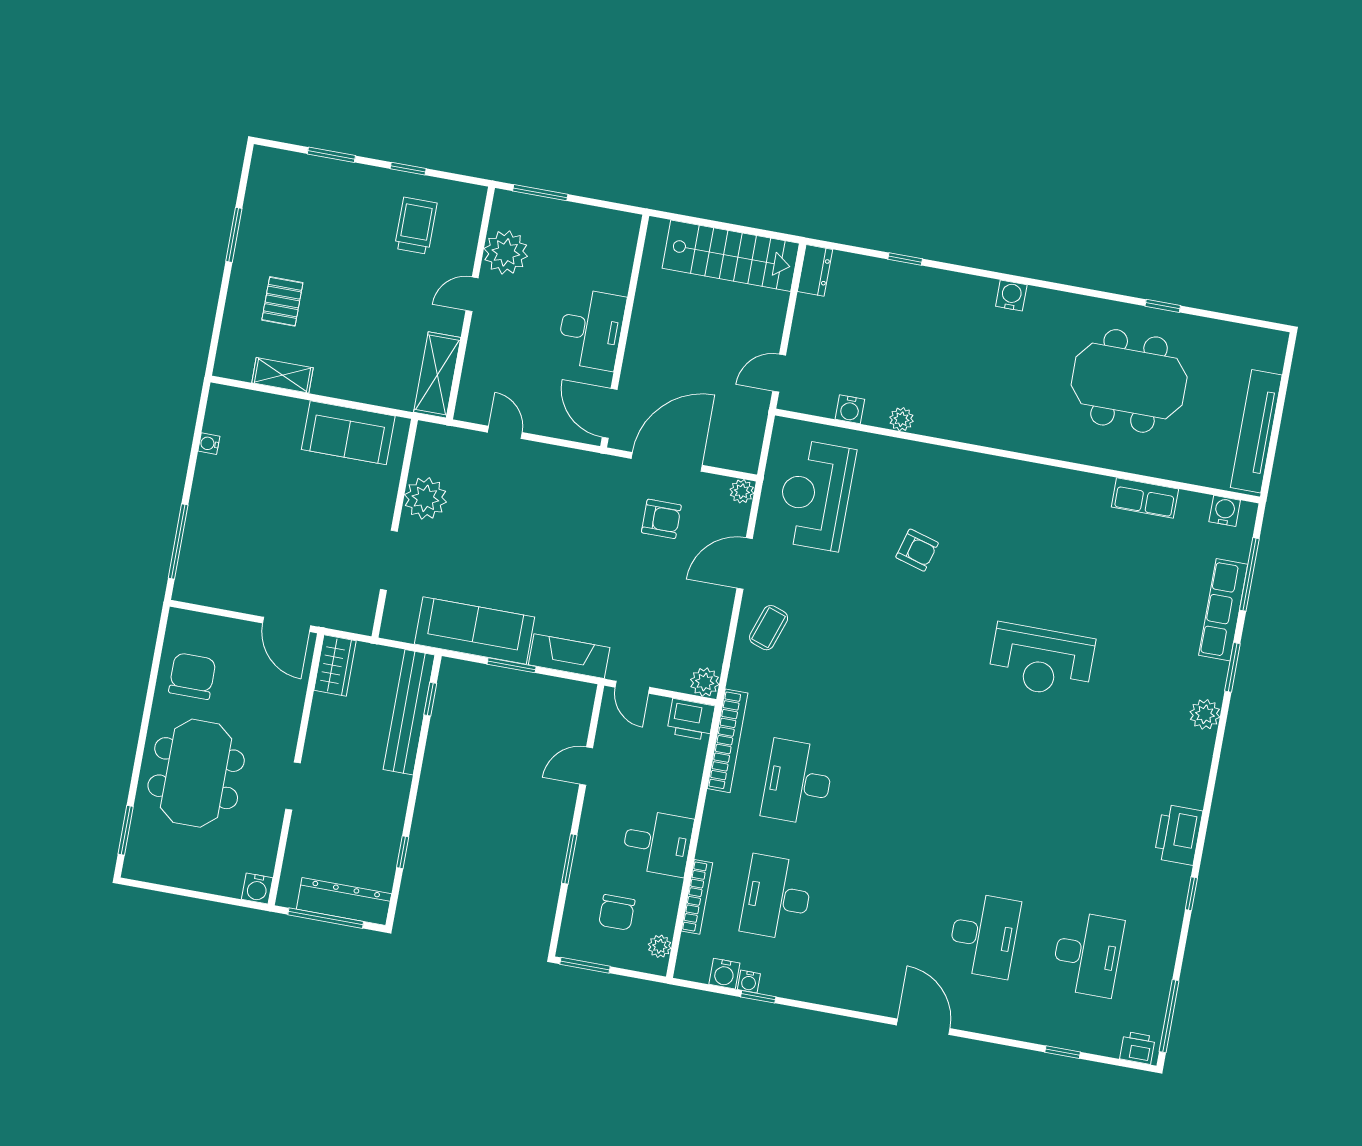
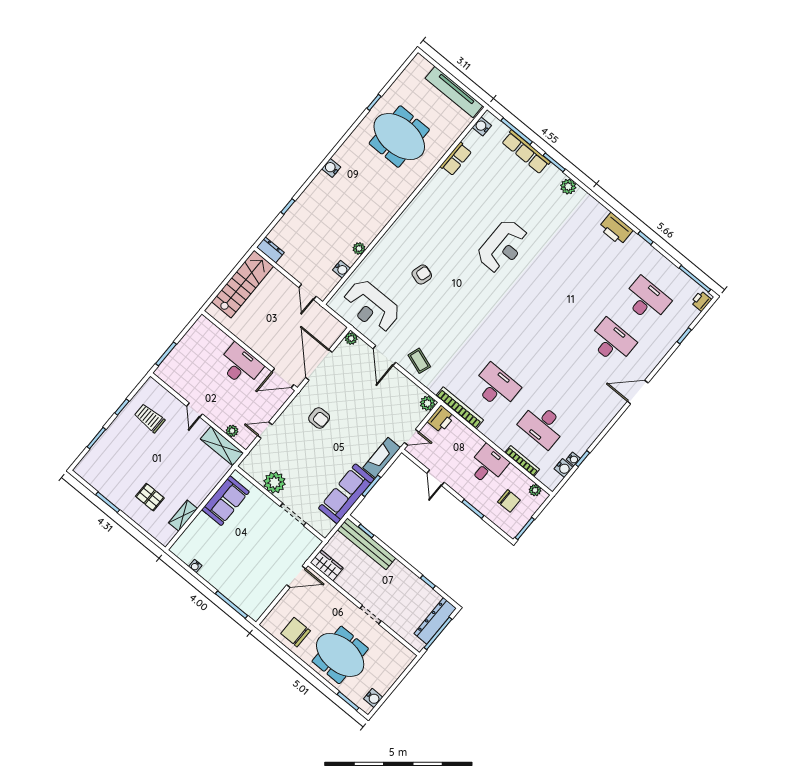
plant: (506, 252) -> (232, 431), moved, width x0.53, depth x0.53
meeting table: (1129, 381) -> (399, 137), turned 90
armchair: (661, 519) -> (319, 418), moved, turned 90
desk: (798, 782) -> (496, 387), turned 180
water cooler: (257, 889) -> (373, 698), moved

